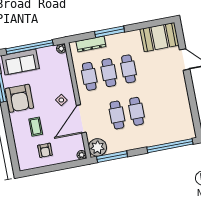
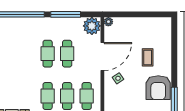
armchair: (19, 98) -> (158, 88), turned 180
armchair: (45, 150) -> (143, 33), removed
window: (112, 157) -> (66, 14), moved

